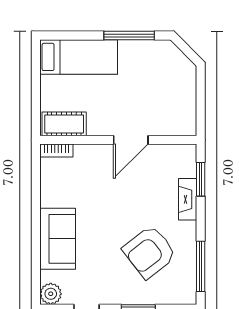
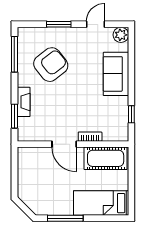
cot: (64, 124) -> (106, 158), width x1.37, depth x1.34
door: (131, 140) -> (64, 144), swing flipped
bookcase: (56, 151) -> (90, 137), moved
window: (36, 182) -> (131, 114), added

